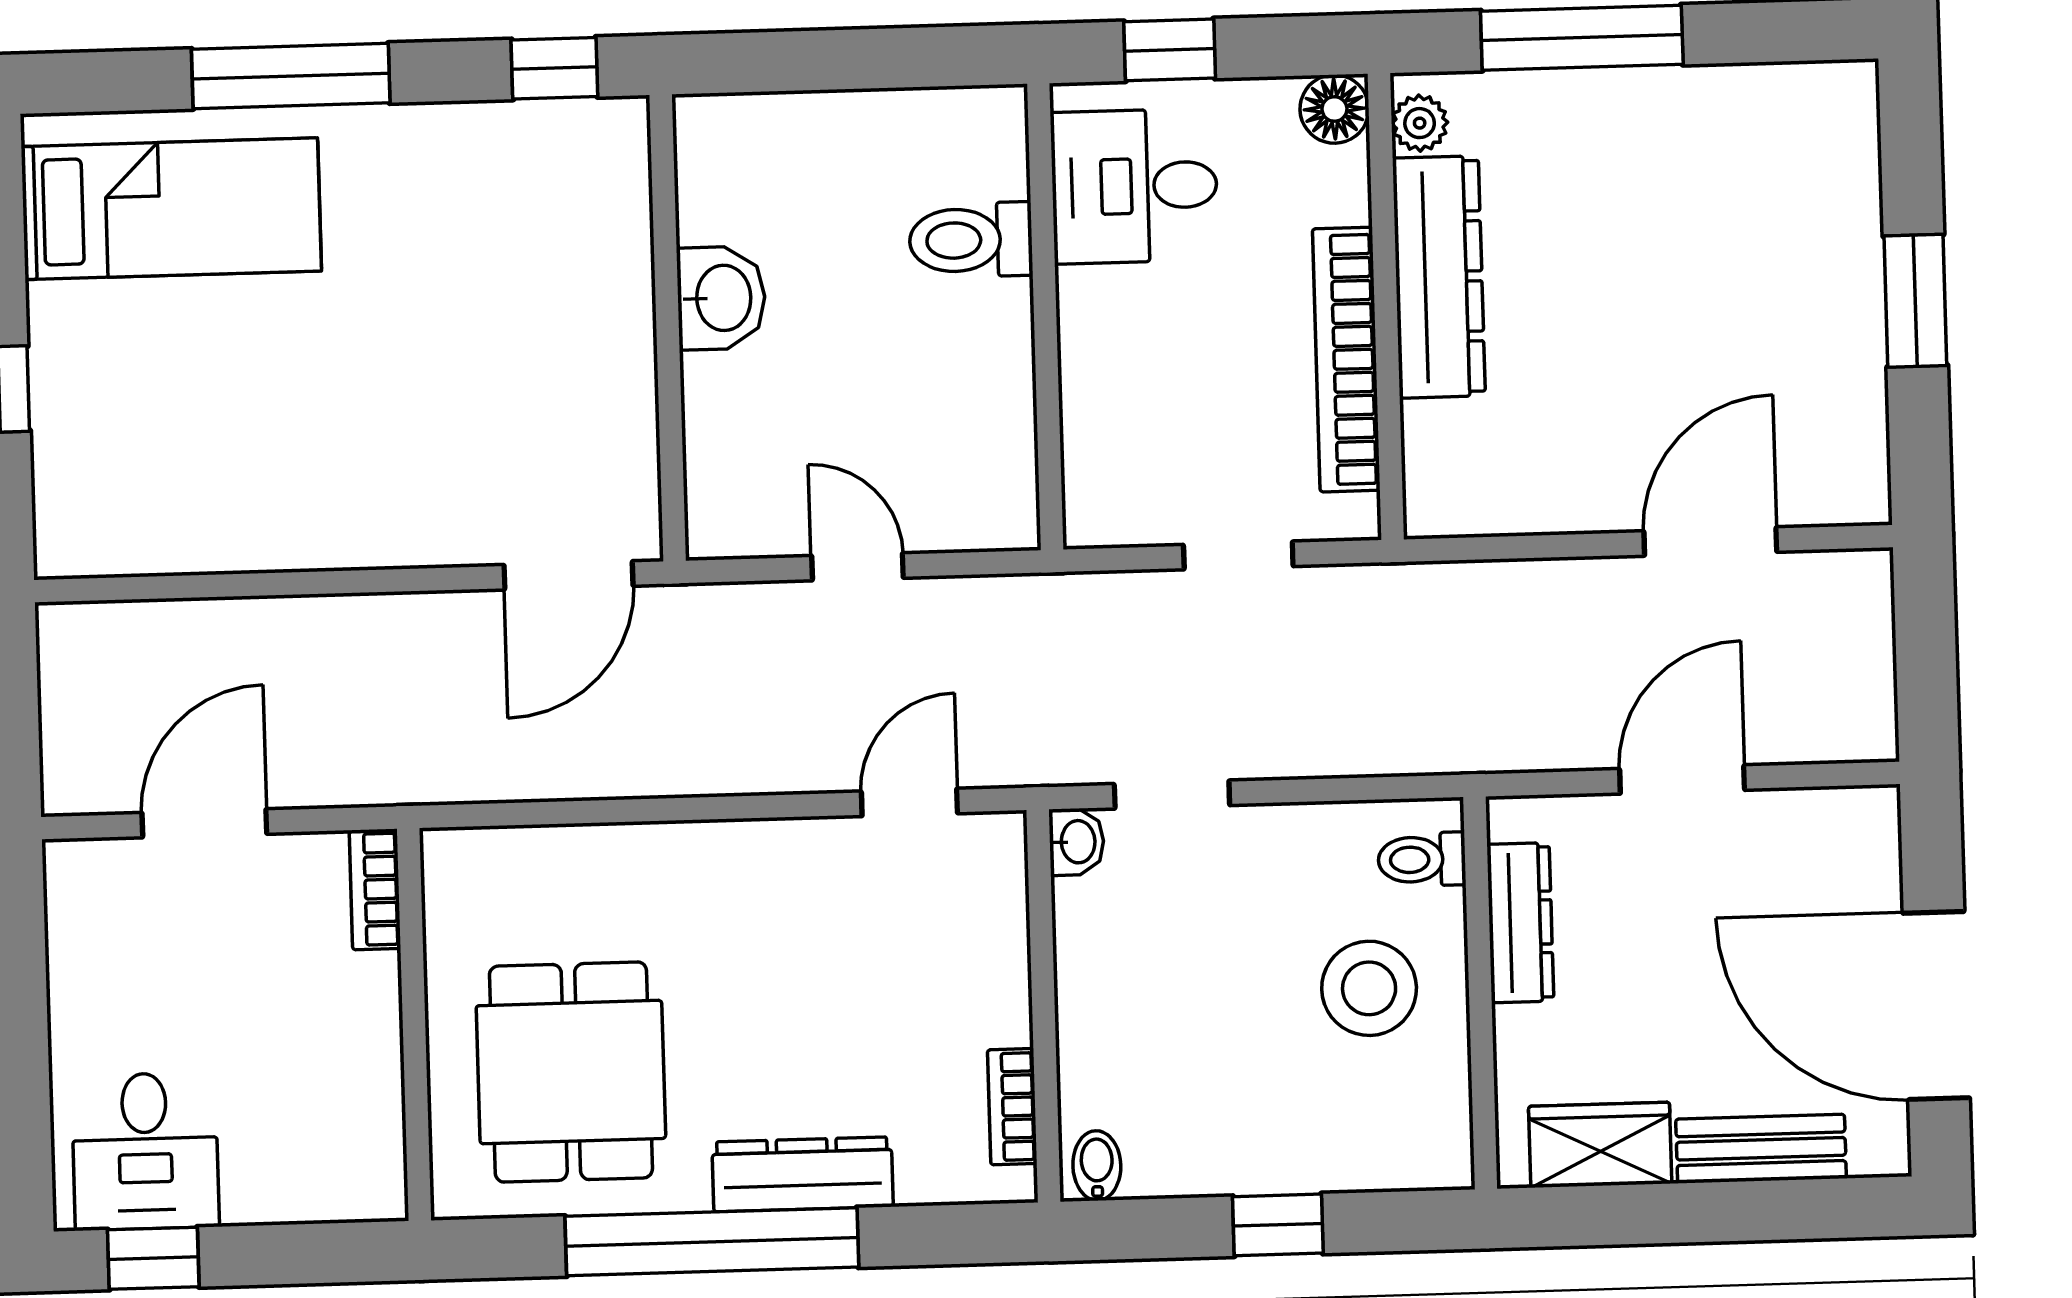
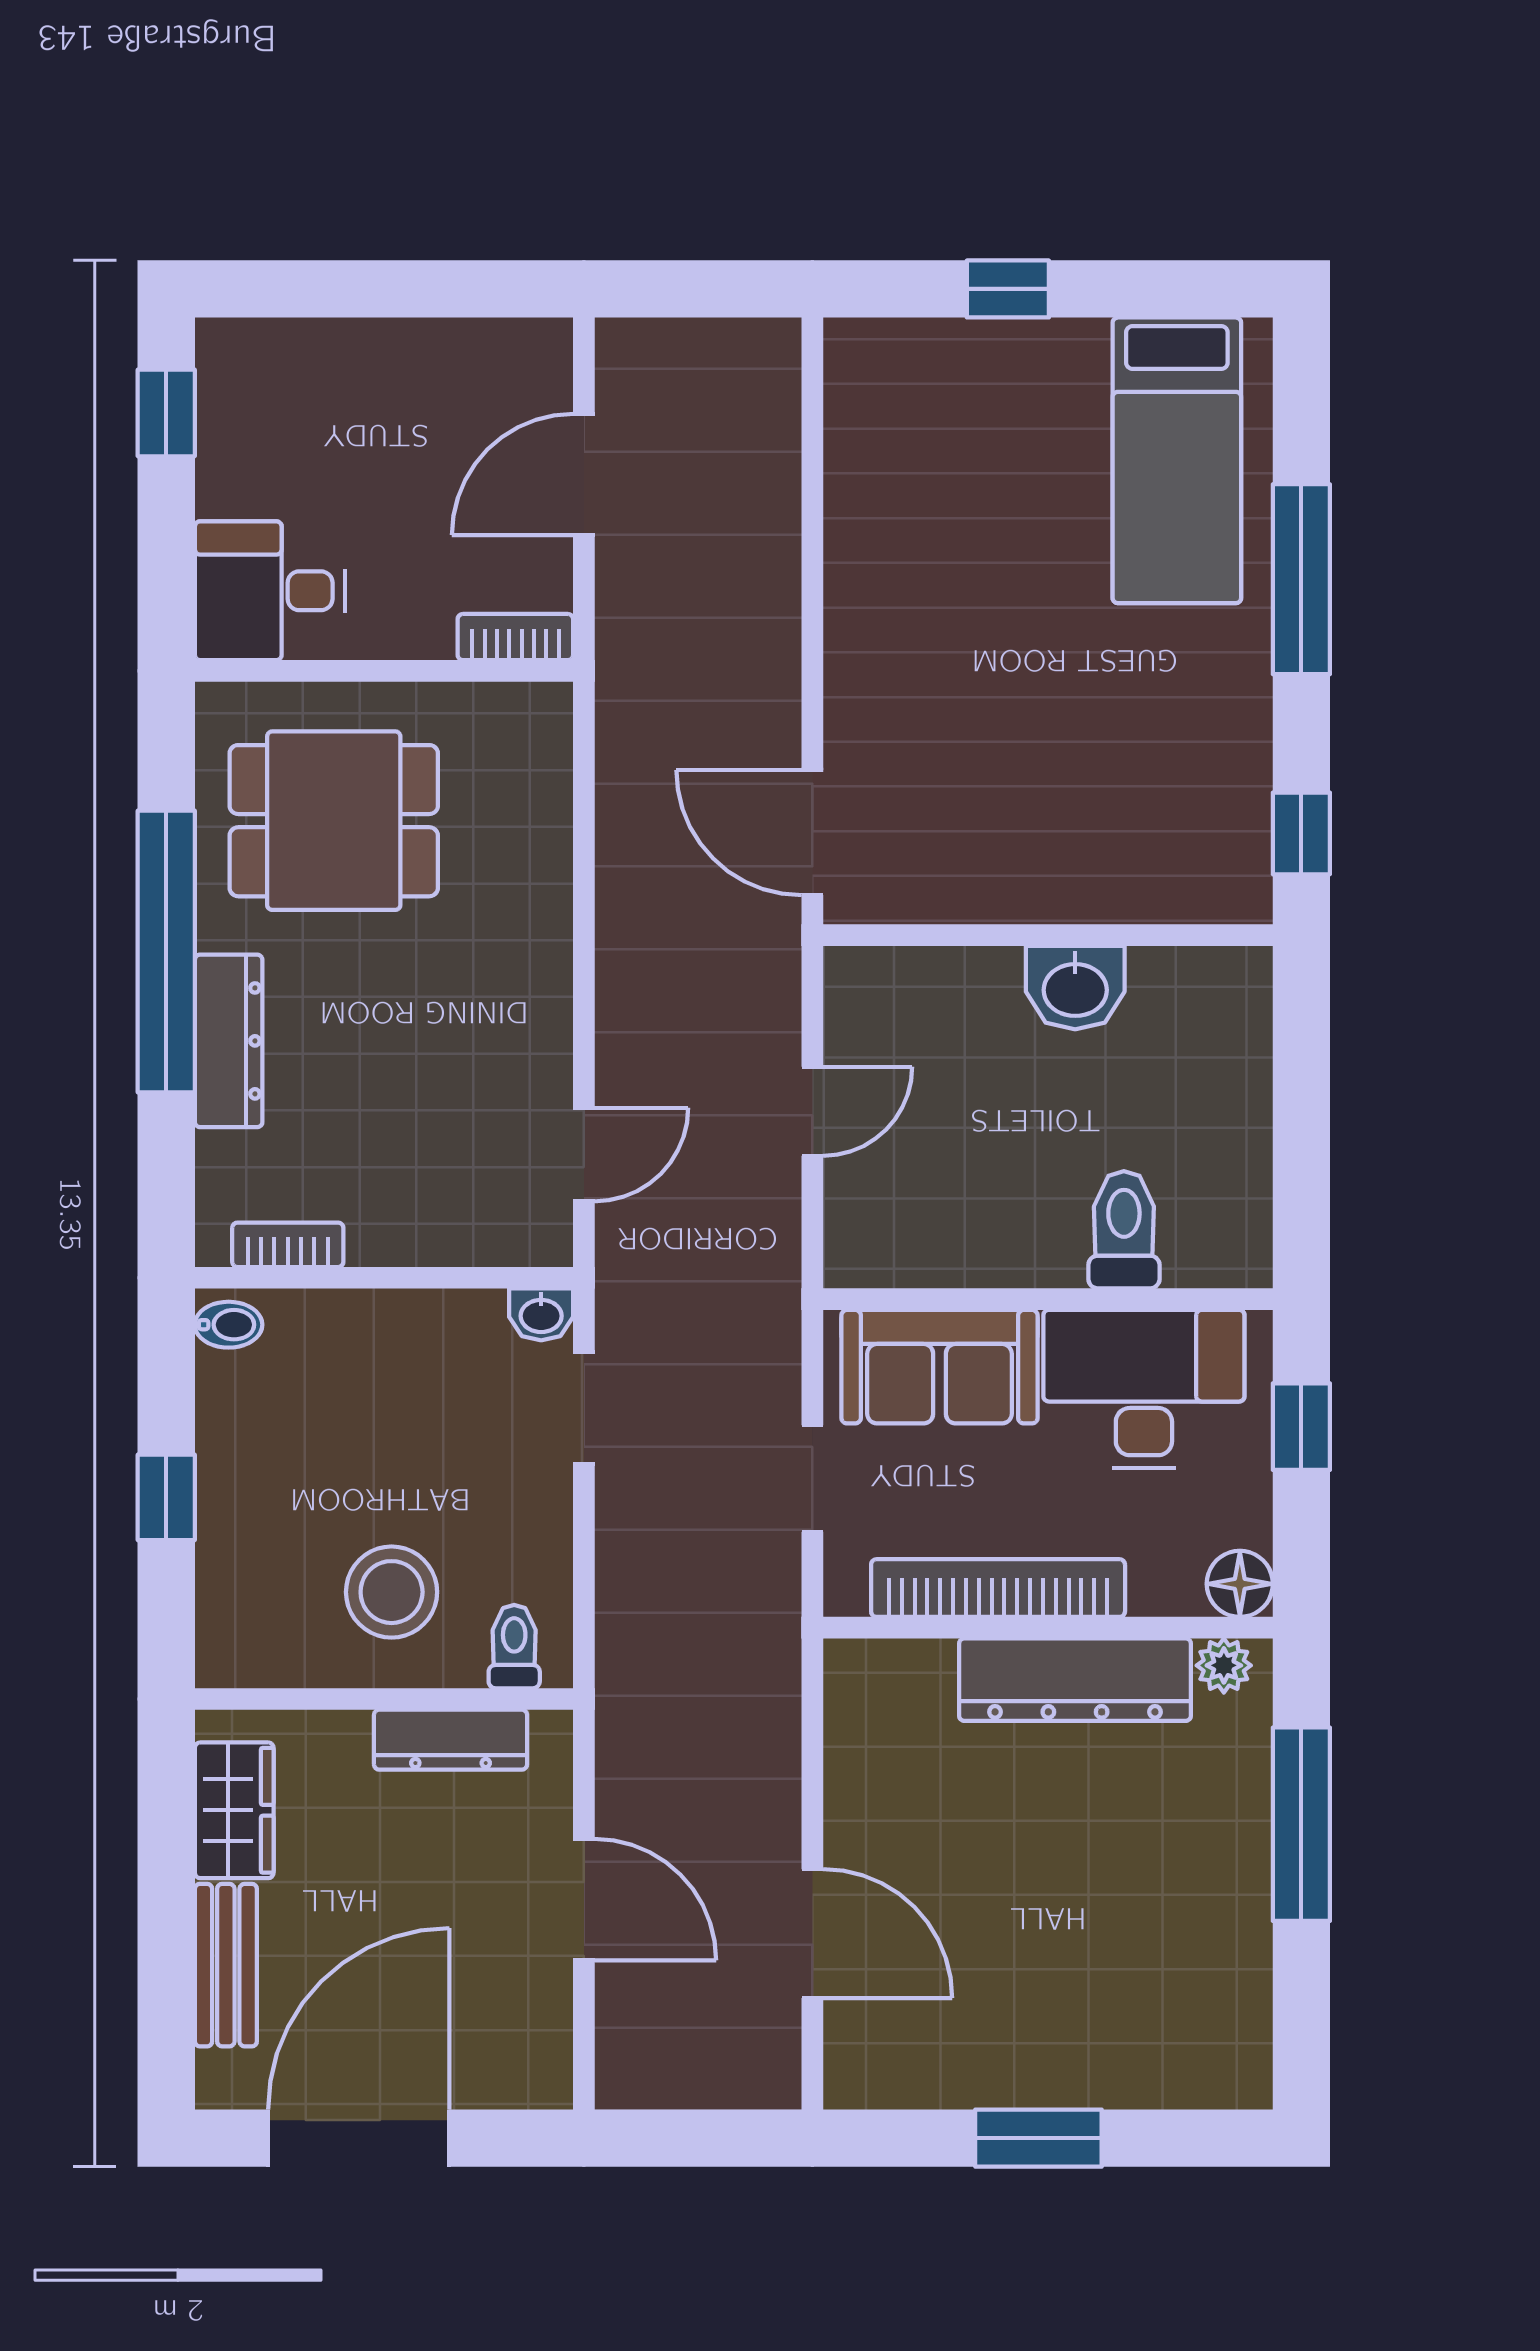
desk: (1134, 186) -> (1144, 1389), width x1.37
sofa: (1118, 427) -> (939, 1367), added
door: (909, 802) -> (584, 1155), hinge flipped
door: (204, 823) -> (584, 475), swing flipped
desk: (145, 1151) -> (270, 591), moved

